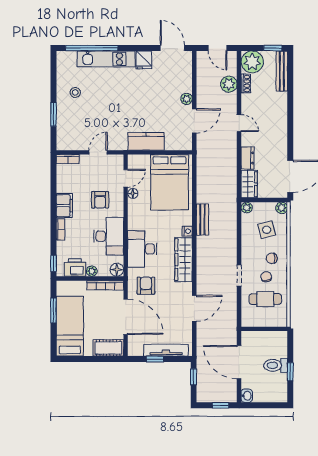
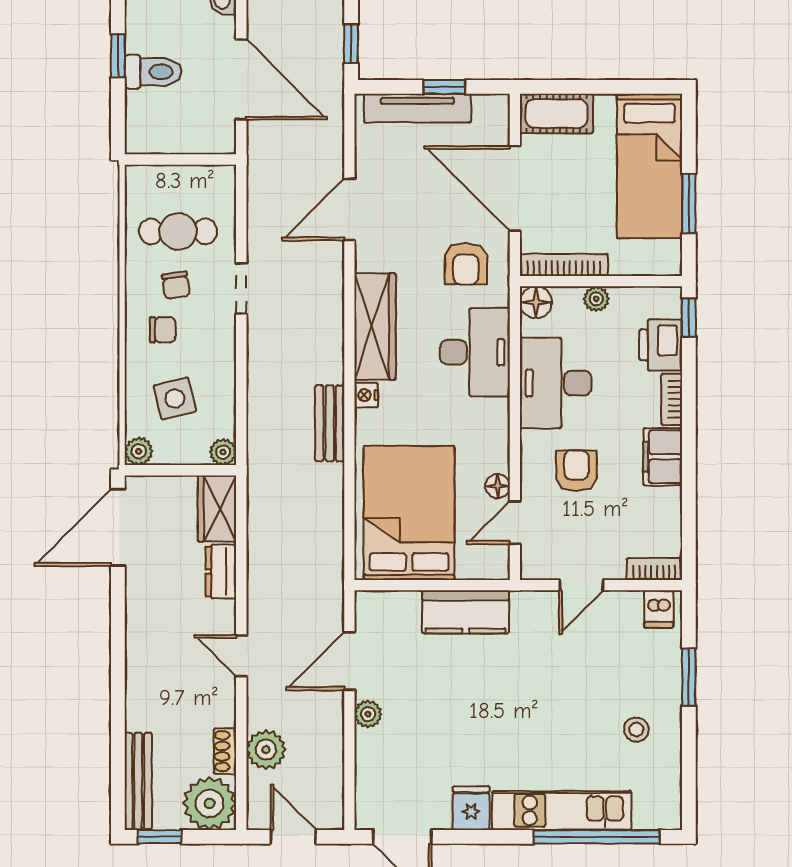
dishwasher: (66, 142) -> (659, 609), added
printer: (75, 267) -> (661, 345), moved, turned 90

